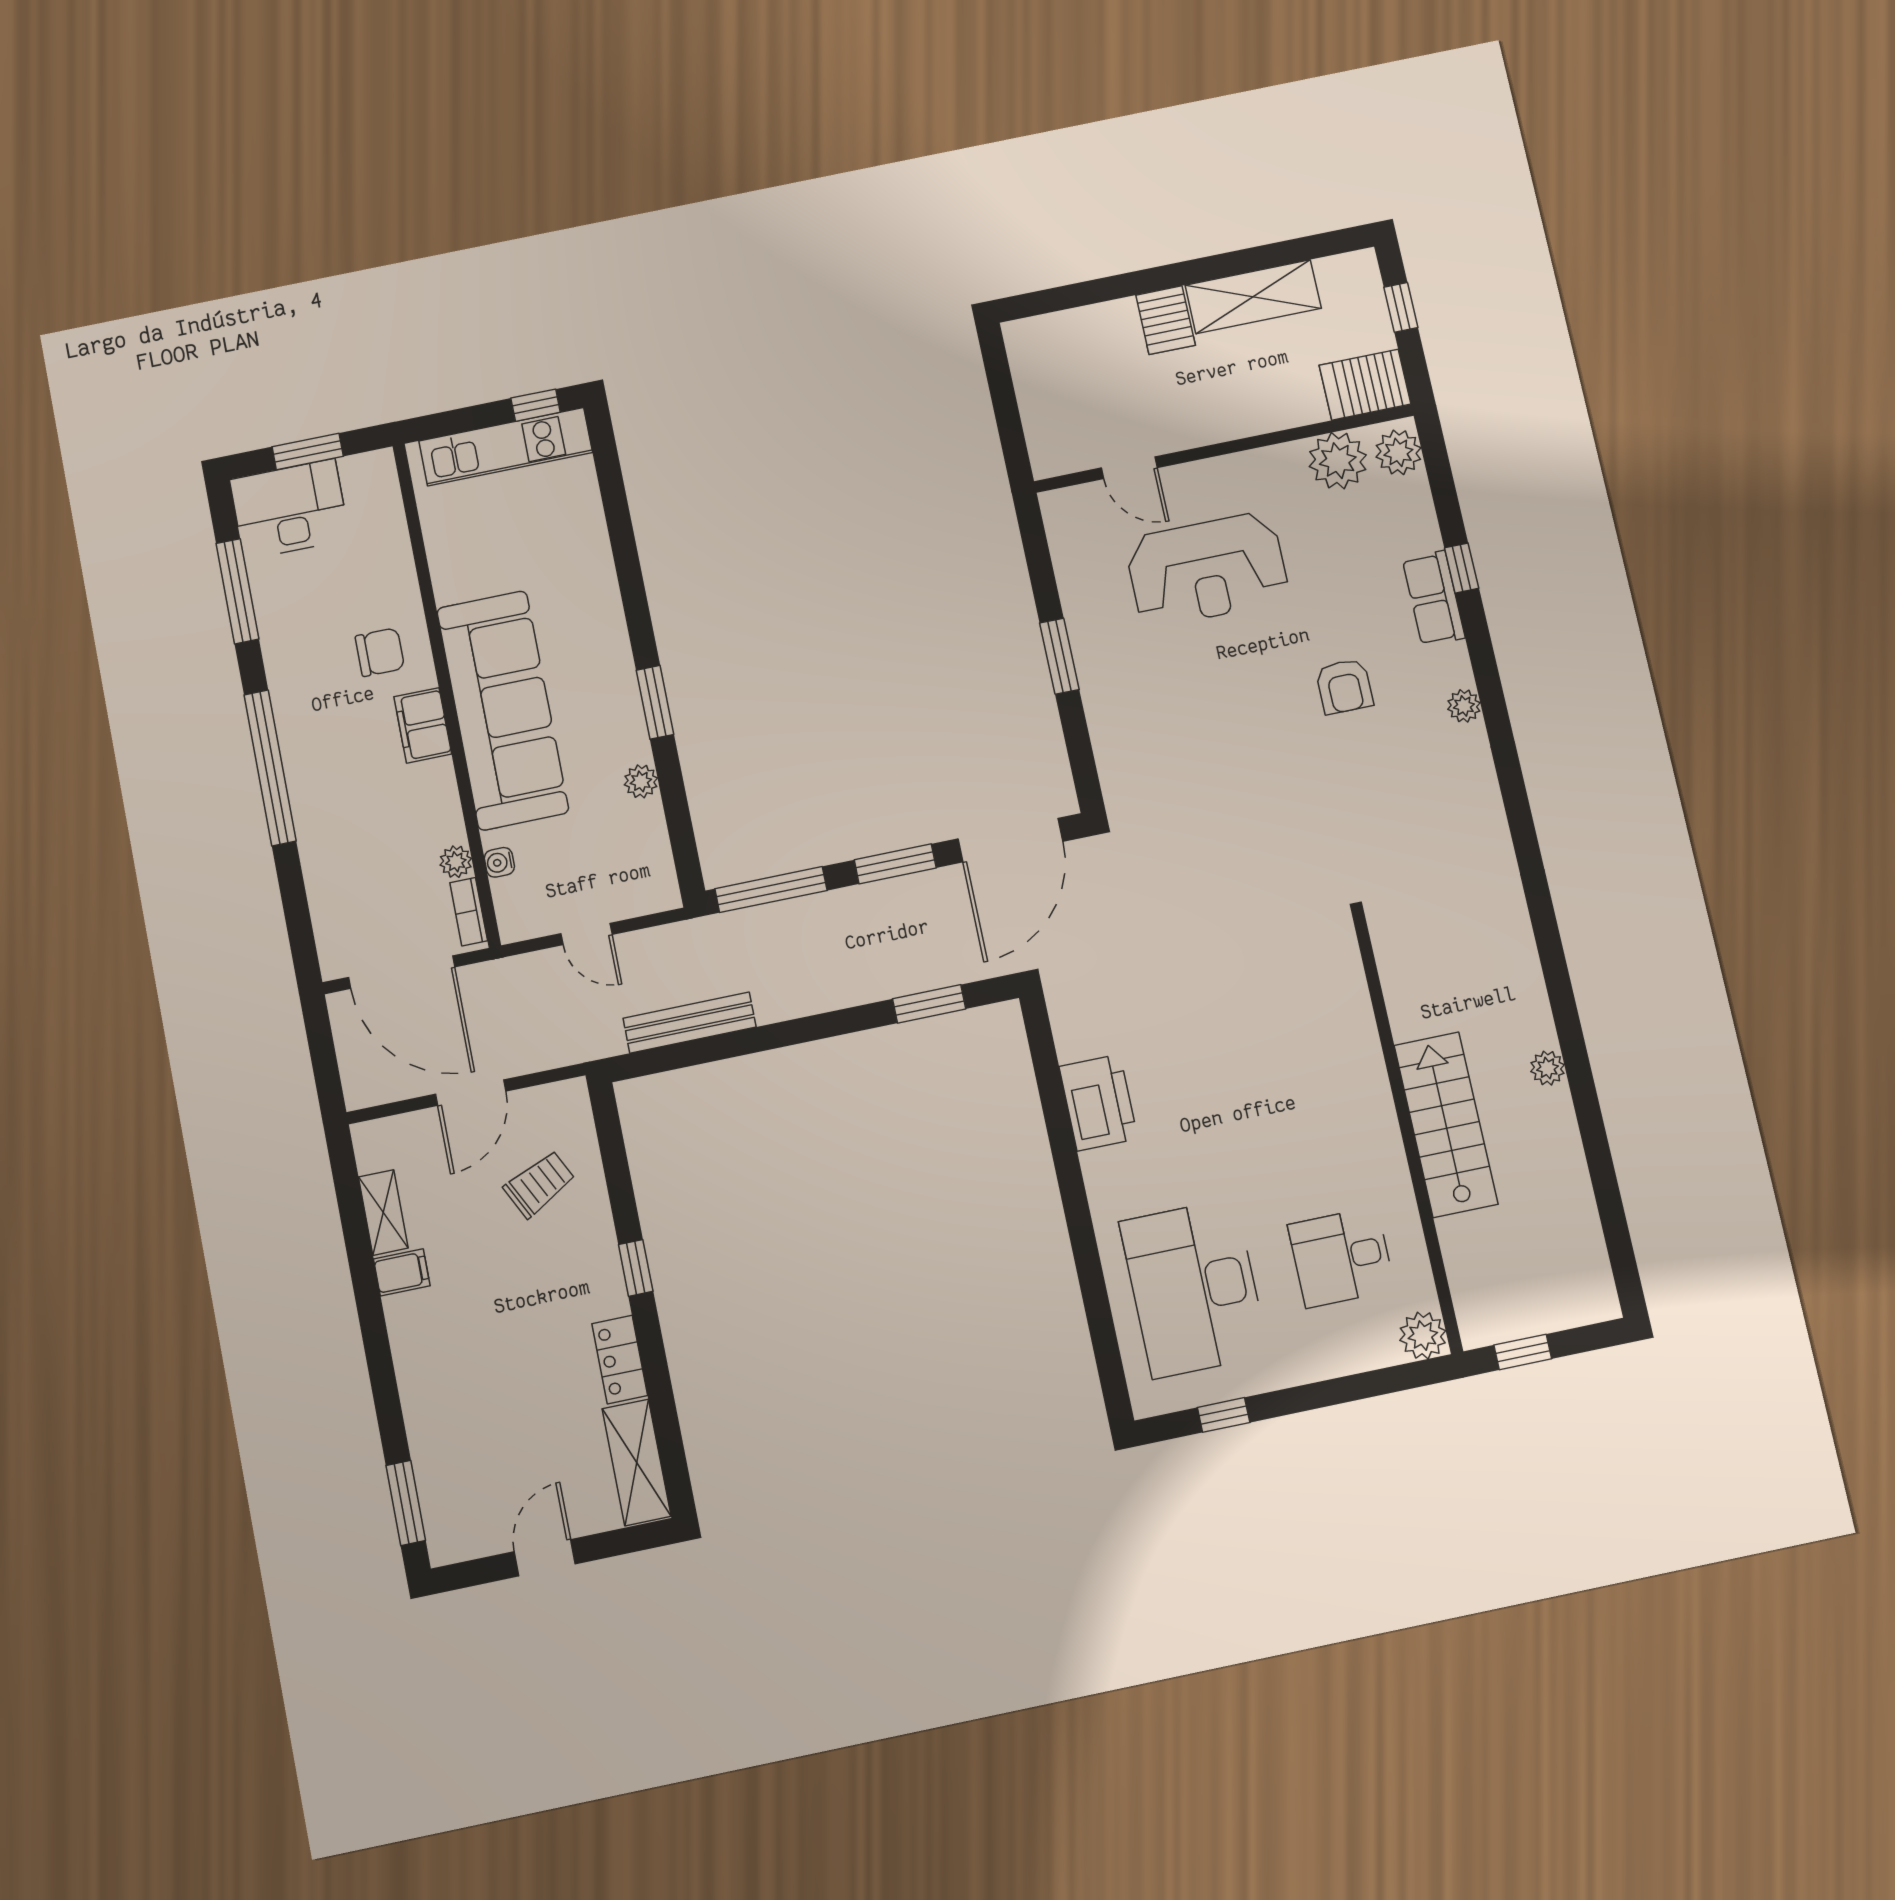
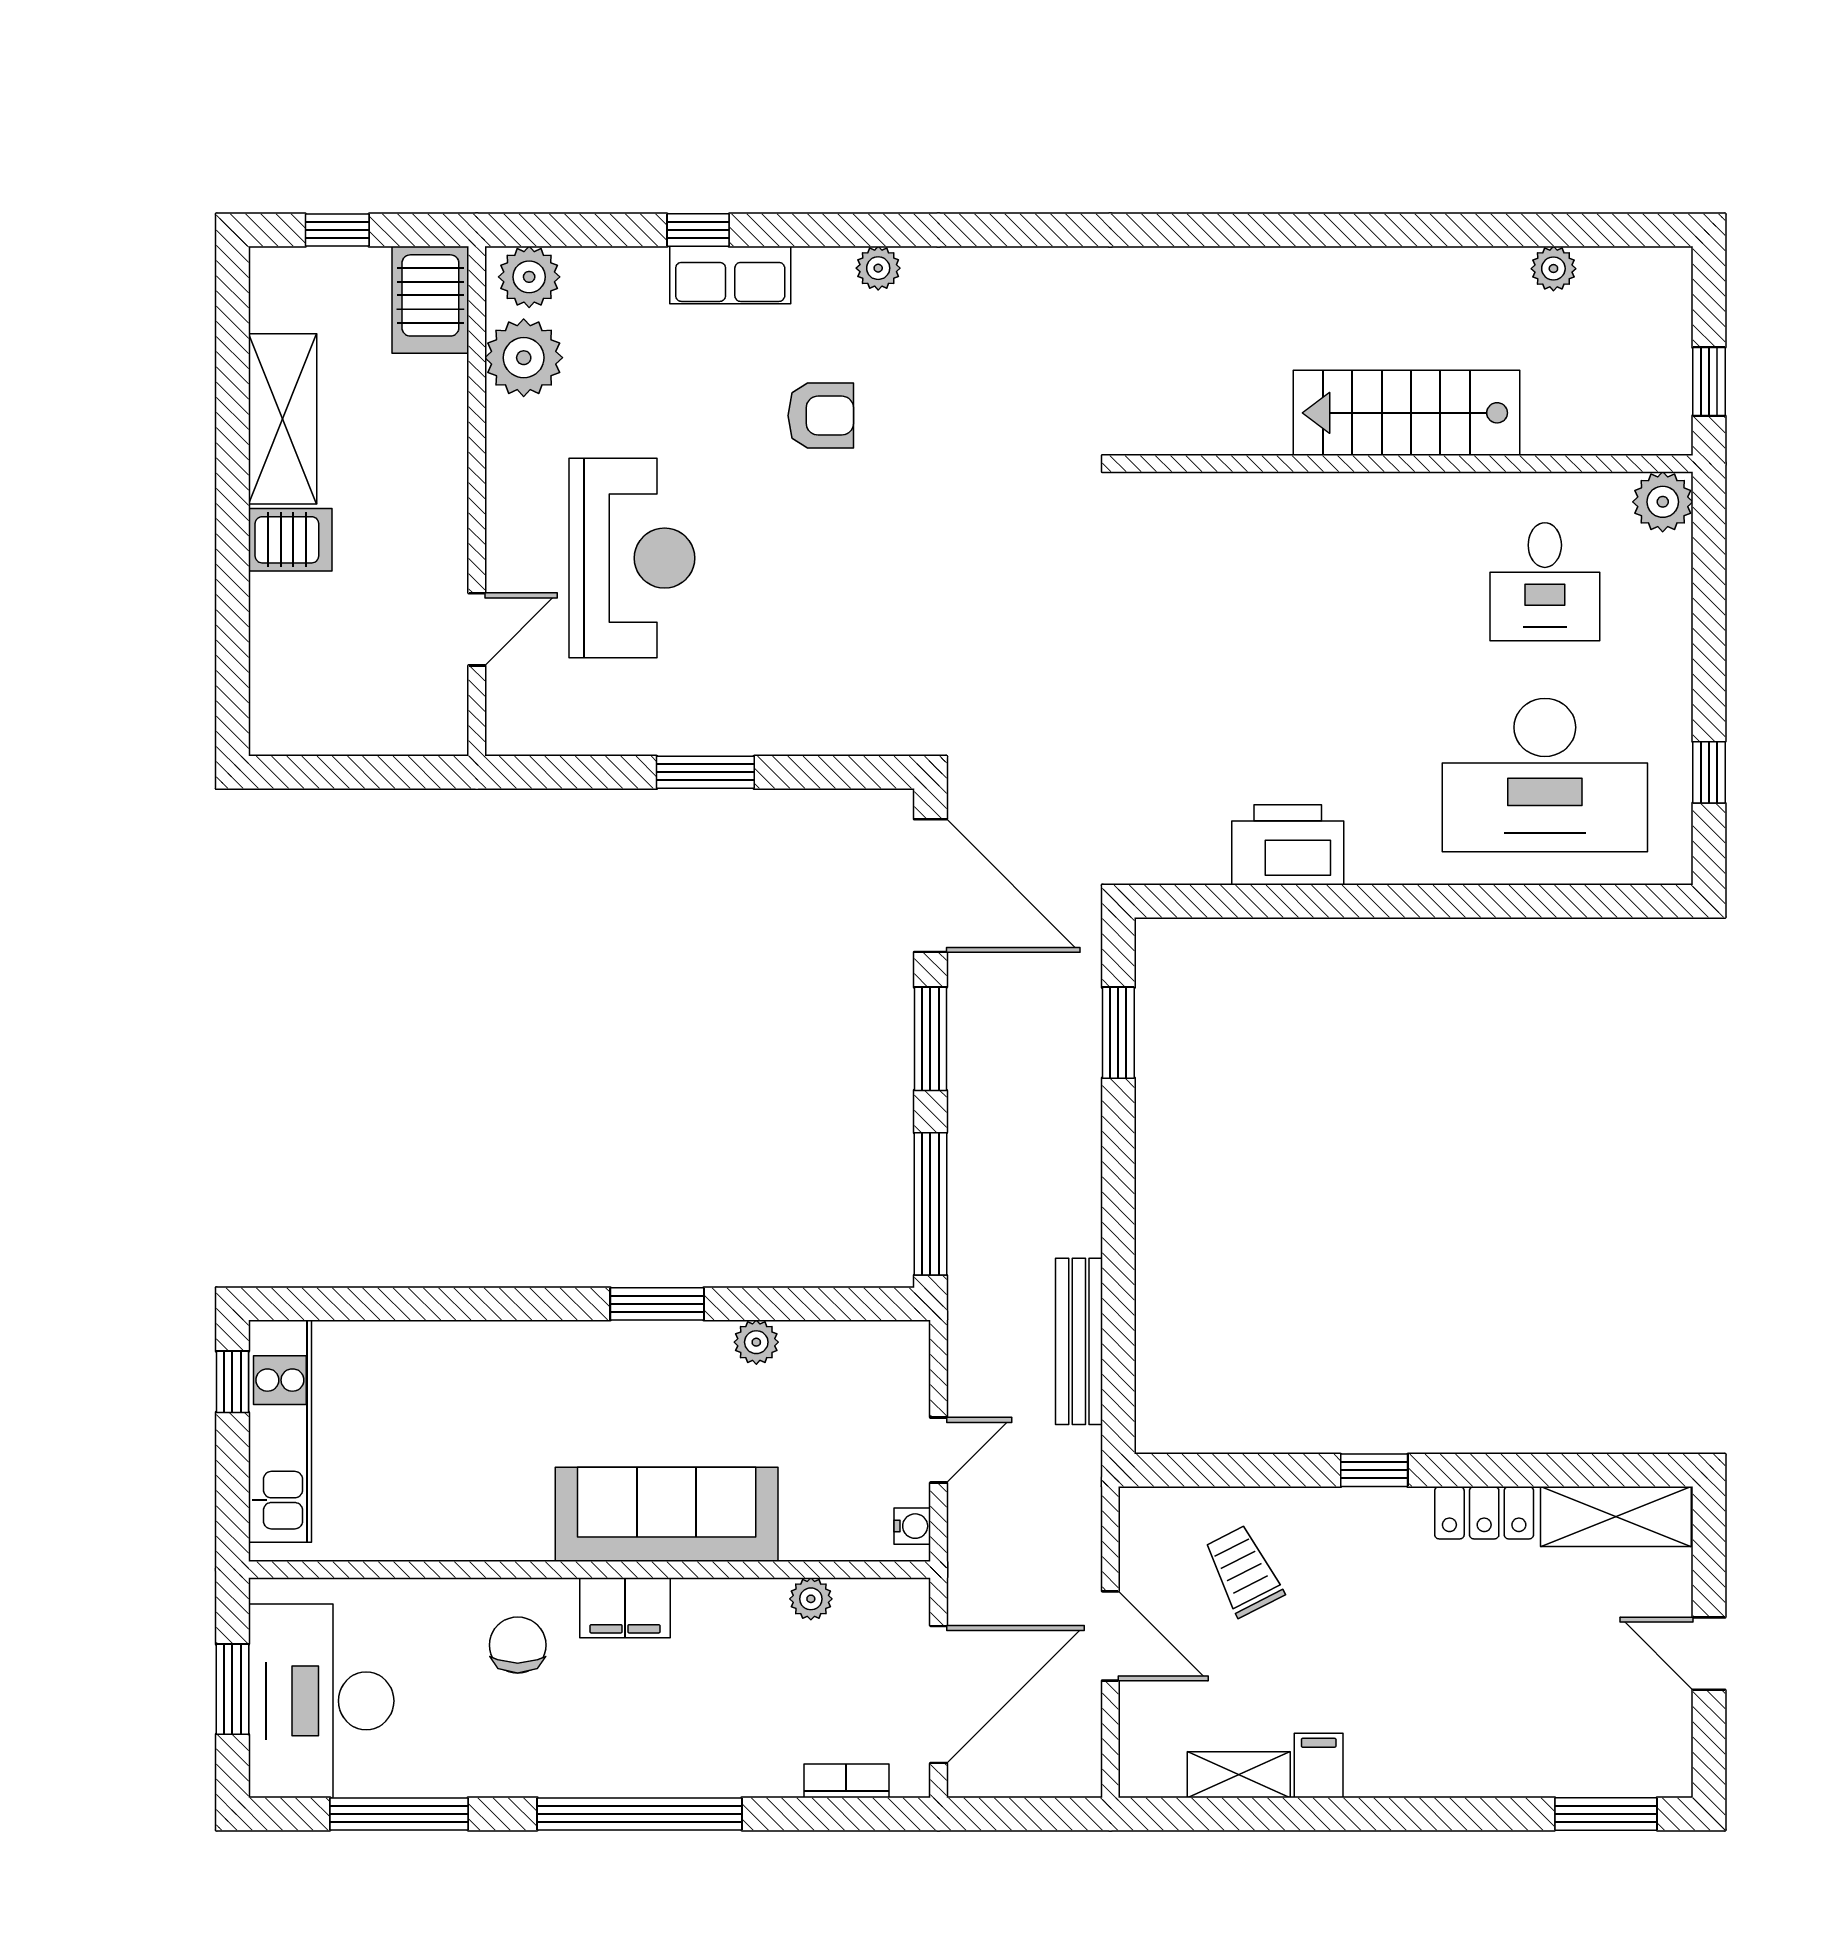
desk: (290, 509) -> (321, 1701), width x1.36, depth x1.30
sofa: (503, 710) -> (667, 1514), width x0.74, depth x0.79
water cooler: (499, 862) -> (912, 1526), moved, turned -90
bookcase: (469, 912) -> (846, 1781), moved, turned 180
plant: (1548, 1068) -> (1553, 269), moved

